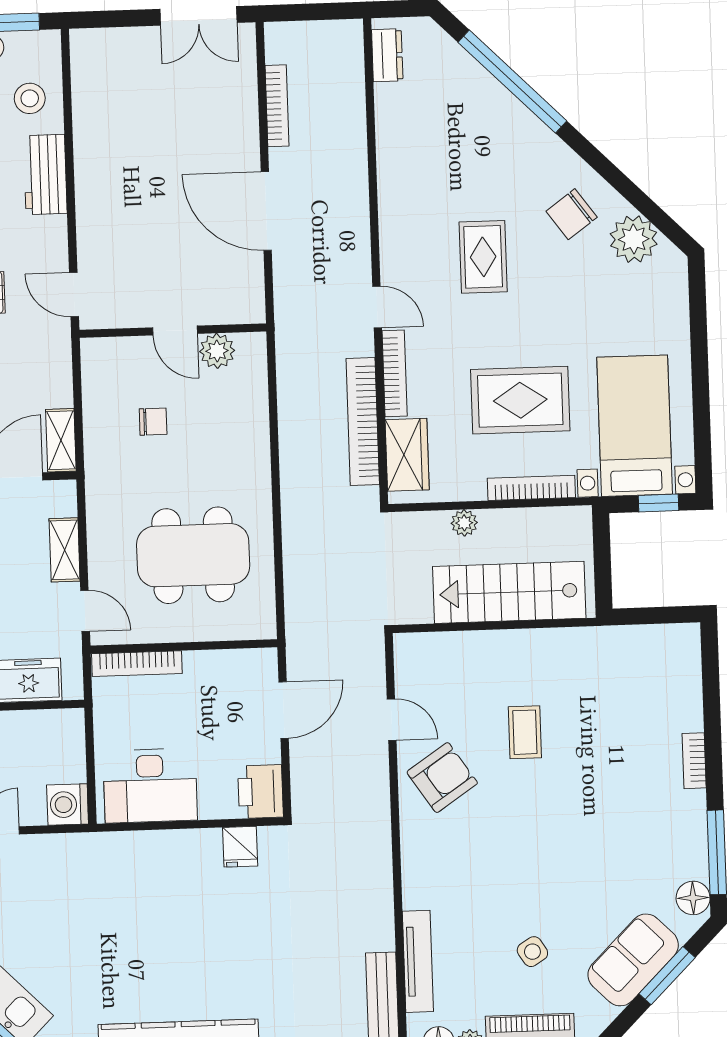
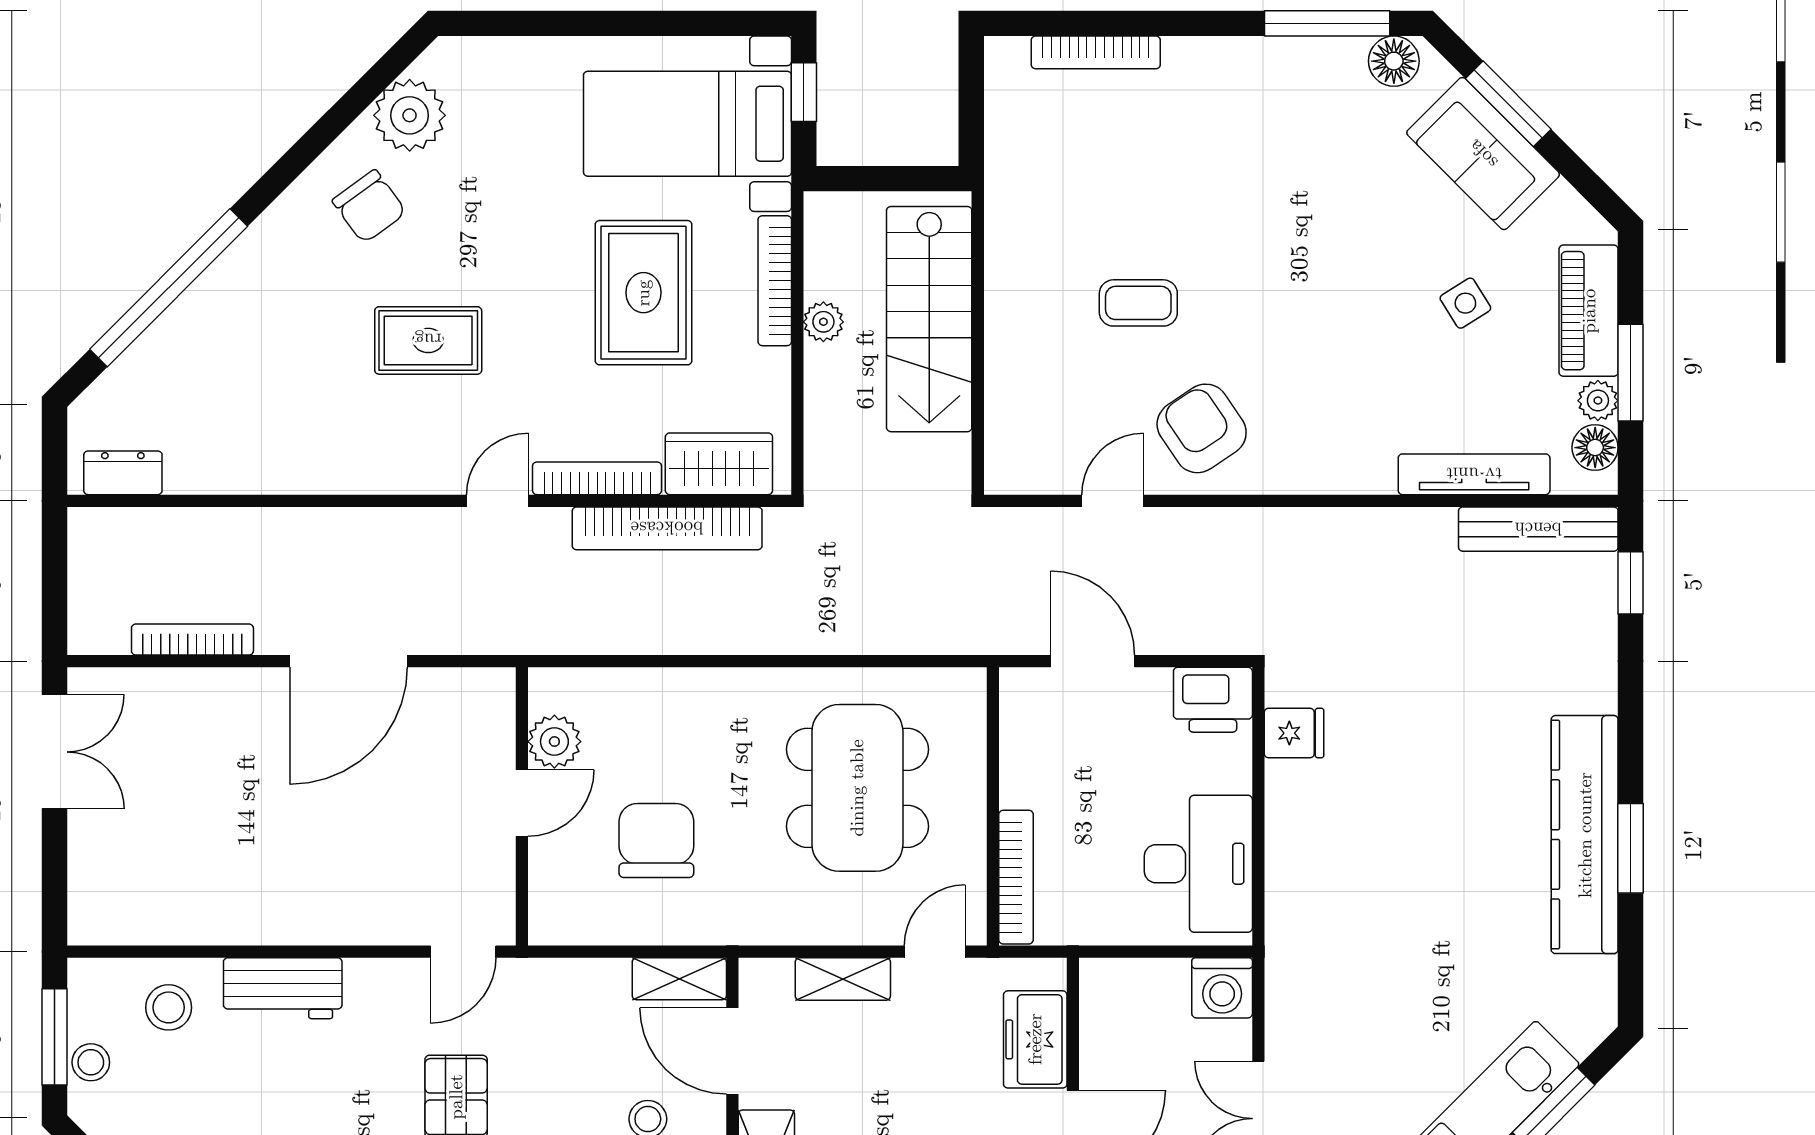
chair: (153, 422) -> (656, 841), width x1.87, depth x1.87
plant: (464, 523) -> (823, 322), moved
bookcase: (694, 761) -> (1096, 52), moved, width x1.56

